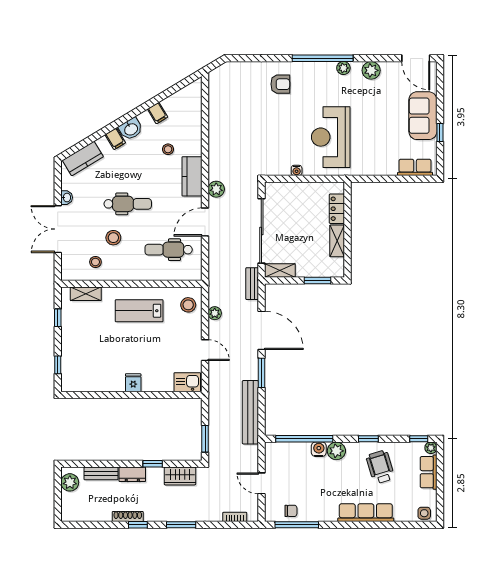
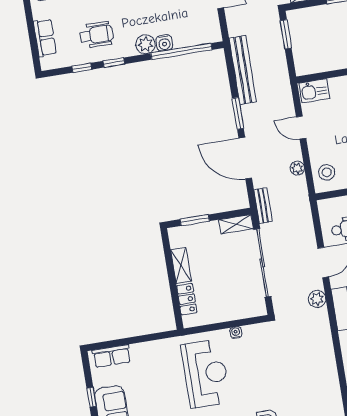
window: (419, 439) -> (82, 68), moved
plant: (431, 448) -> (47, 64), removed
wheelchair: (380, 467) -> (97, 35), turned -73

